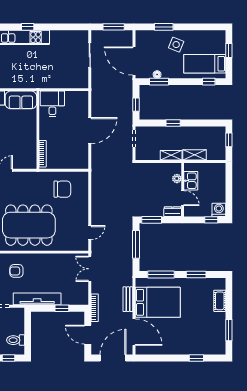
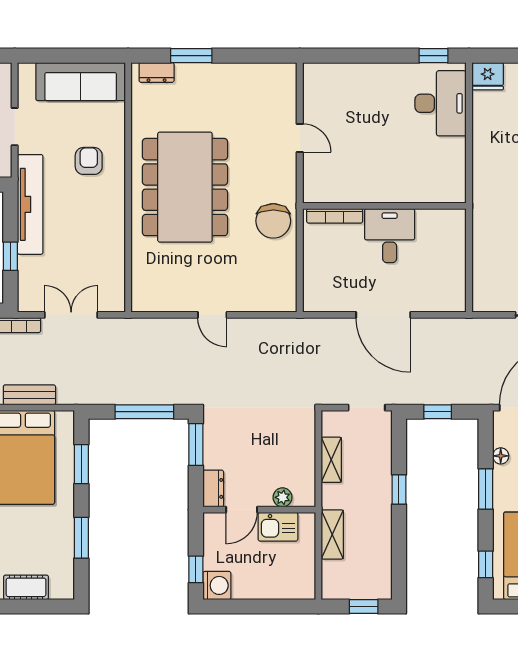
window: (159, 82) -> (486, 489), moved
sofa: (21, 100) -> (447, 170), removed
desk: (52, 104) -> (390, 236), moved, turned -90
shelving: (171, 155) -> (331, 460), moved
chair: (62, 189) -> (273, 221), moved
door: (90, 233) -> (212, 315), moved
double door: (90, 269) -> (71, 315), moved
window: (161, 274) -> (81, 464), width x0.69

